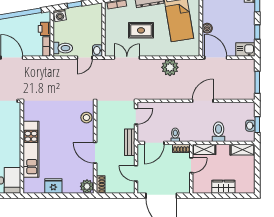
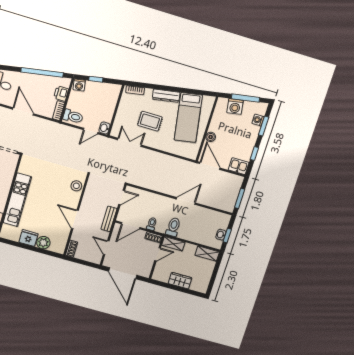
plant: (170, 67) -> (166, 163), removed
toilet: (219, 132) -> (173, 227), moved
plant: (87, 186) -> (43, 243), moved

